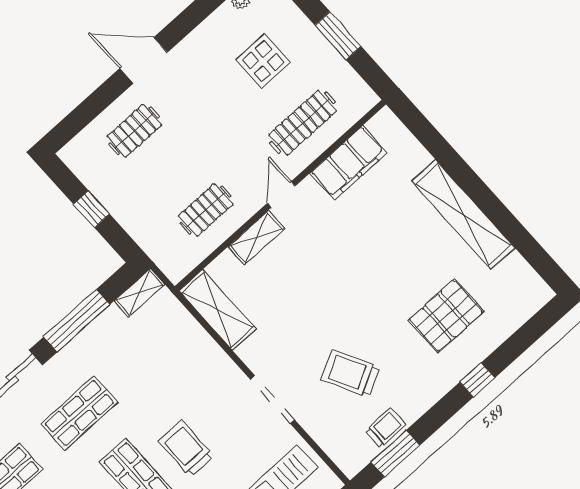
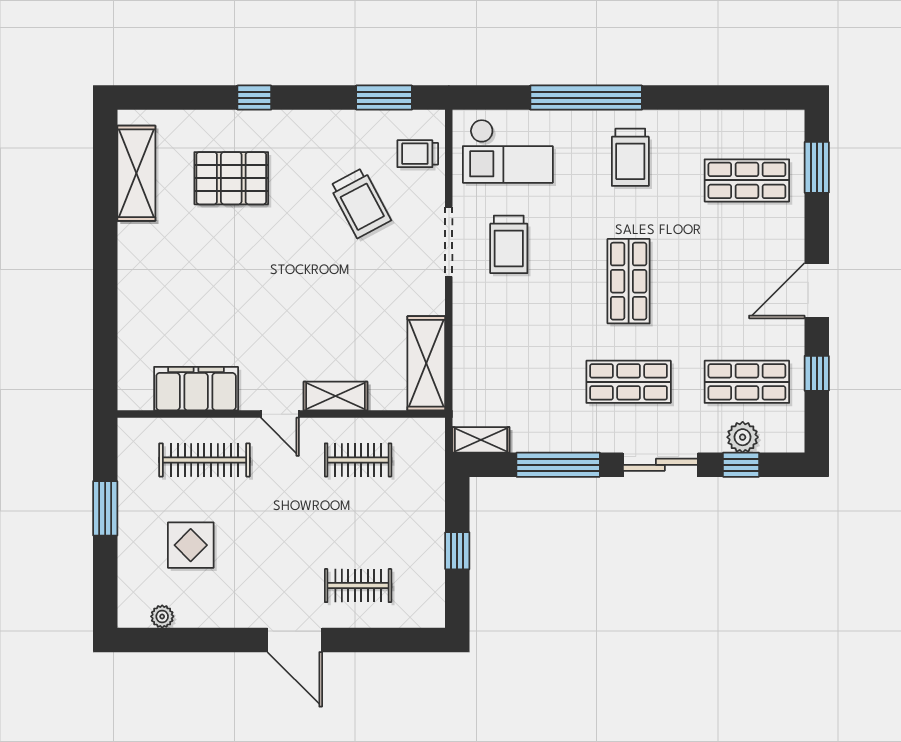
door: (281, 195) -> (280, 414), hinge flipped
shelving: (463, 215) -> (136, 173), moved, width x0.68
trolley: (386, 428) -> (418, 154), moved
trolley: (186, 449) -> (509, 244), moved

